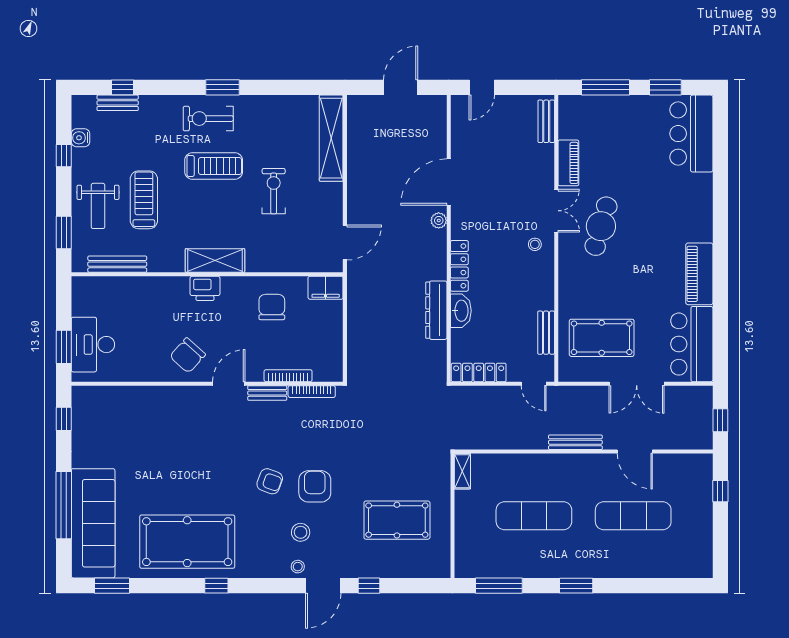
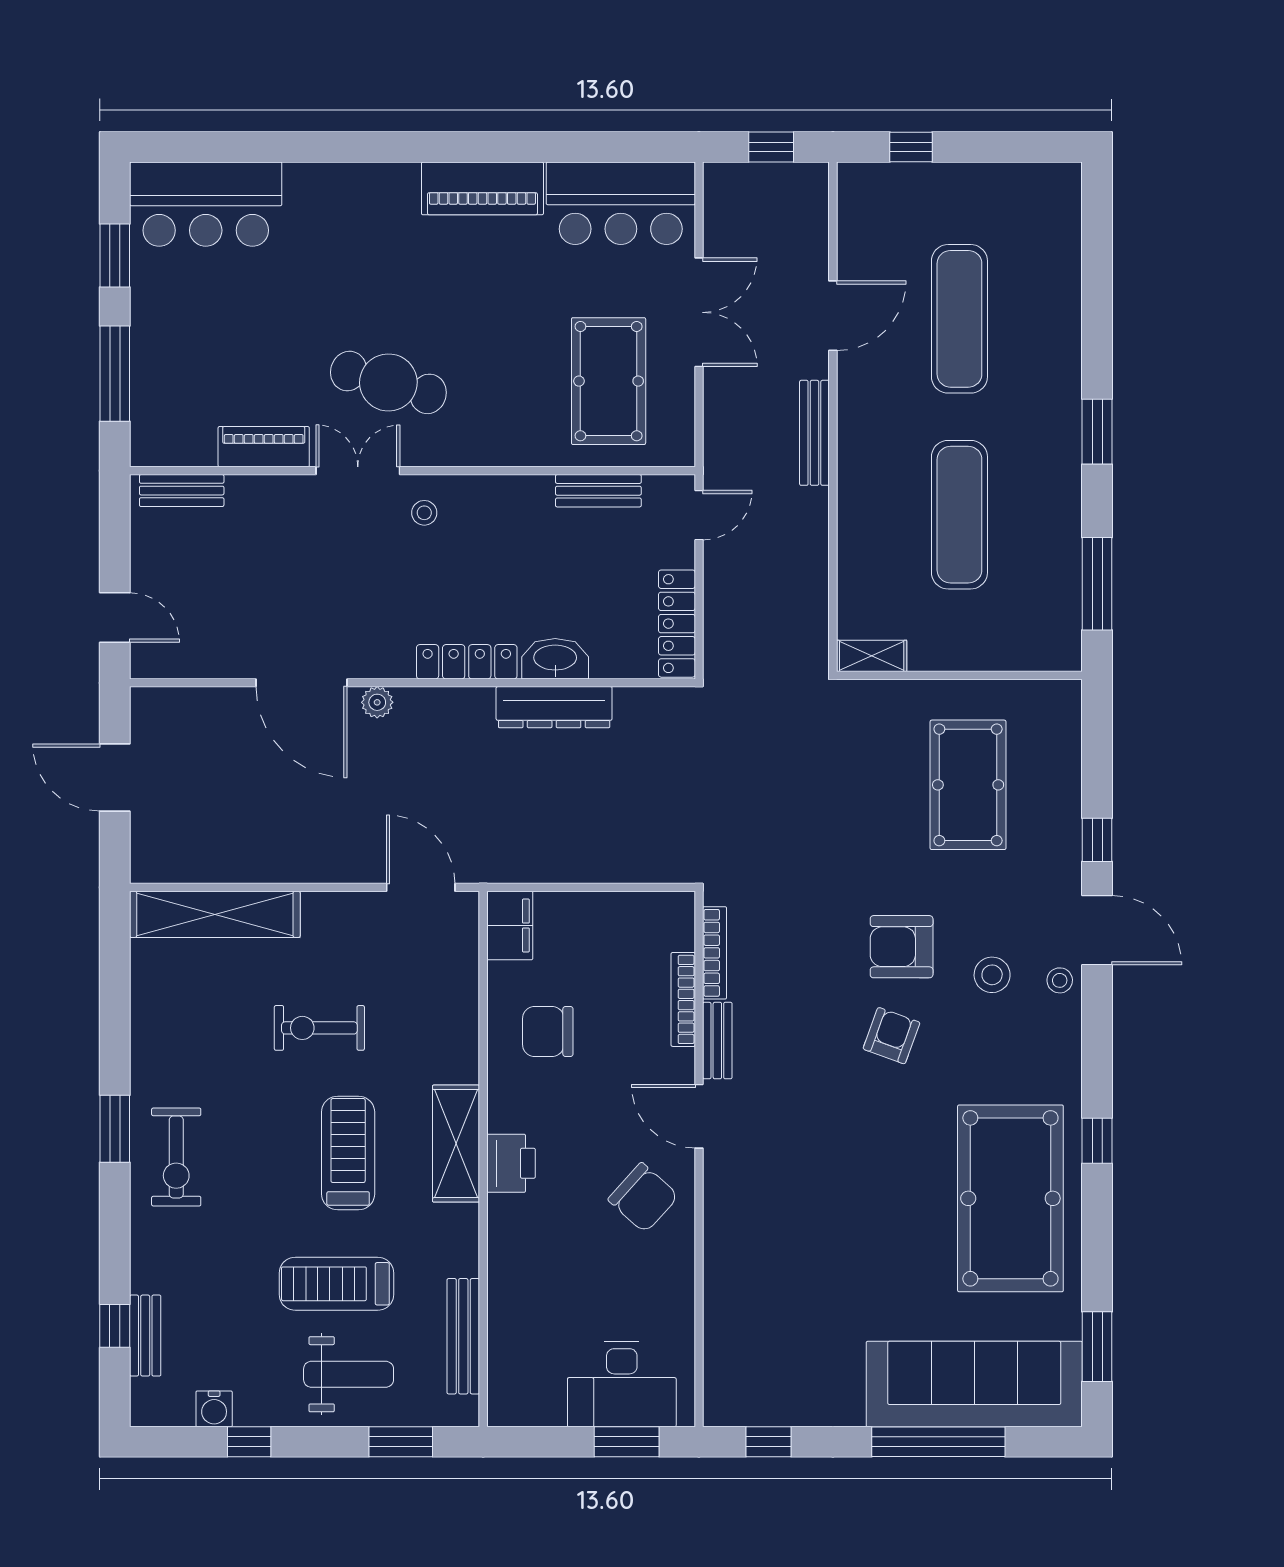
treadmill: (214, 166) -> (348, 1153), moved

